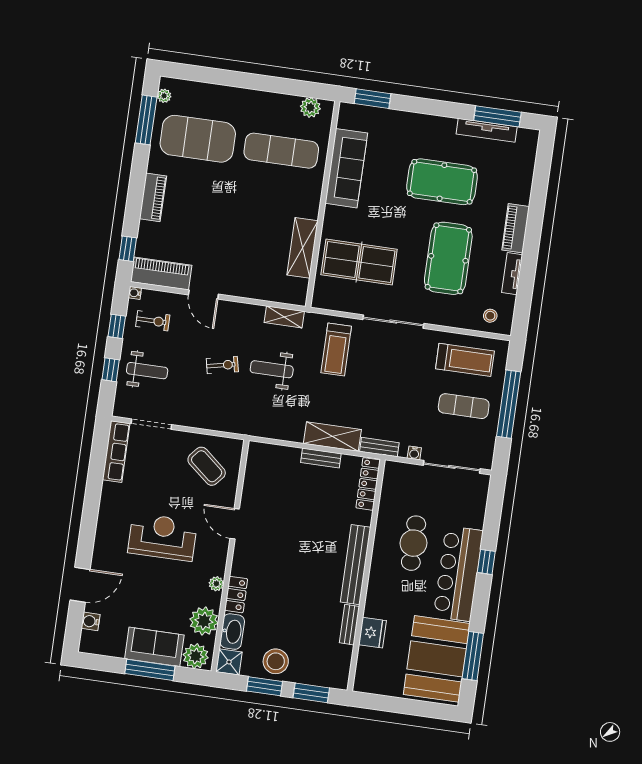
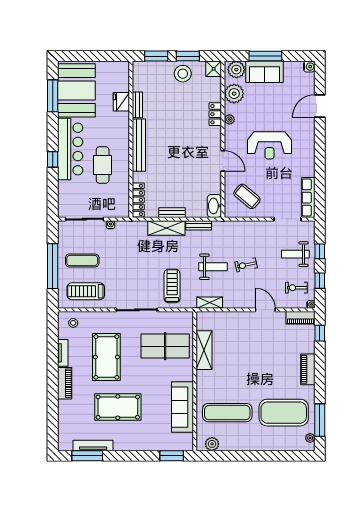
piano: (161, 273) -> (300, 318), width x0.73, depth x0.75
bench: (379, 447) -> (199, 225), moved
water cooler: (91, 621) -> (309, 67), moved
washbasin: (232, 632) -> (214, 206), moved

